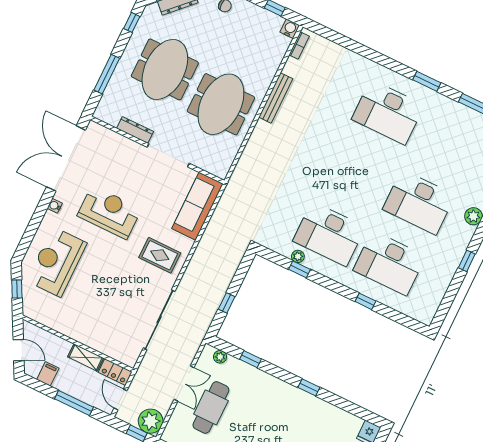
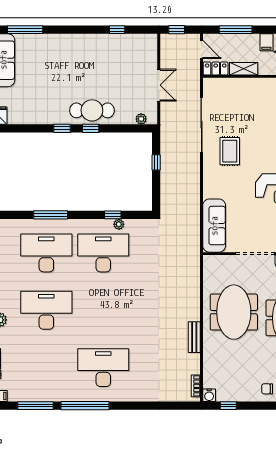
window: (427, 81) -> (85, 406), width x2.11
bench: (276, 98) -> (194, 337), width x0.73
rug: (160, 255) -> (230, 151), moved, turned 90
window: (365, 301) -> (51, 215), width x2.17
window: (250, 359) -> (91, 128), moved
double door: (184, 384) -> (159, 85), swing flipped
cafe table: (211, 407) -> (92, 110), moved, turned 90
plant: (151, 421) -> (170, 44), removed

